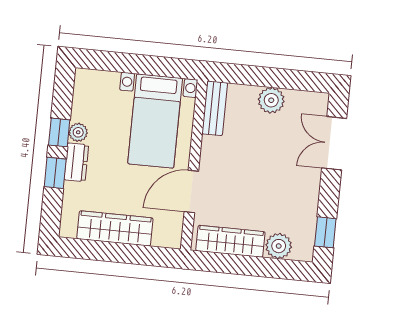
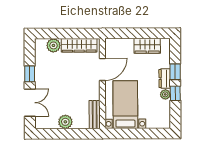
wardrobe: (115, 228) -> (147, 46), width x0.67
window: (325, 232) -> (30, 74), moved

